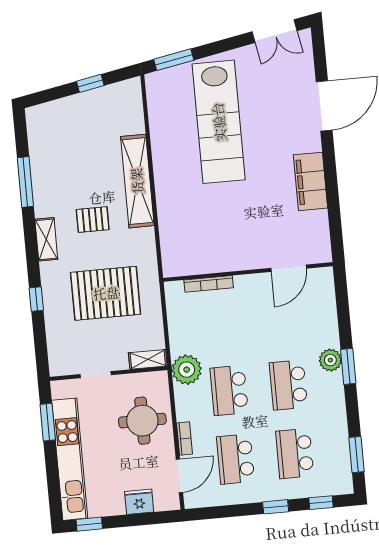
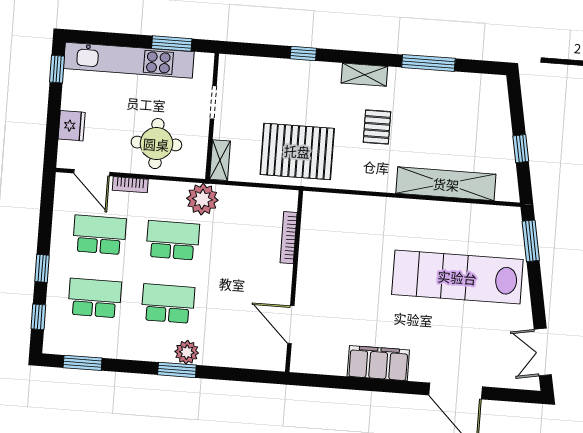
shelving: (137, 181) -> (446, 184), moved
pallet: (106, 293) -> (297, 151), moved, turned 90

